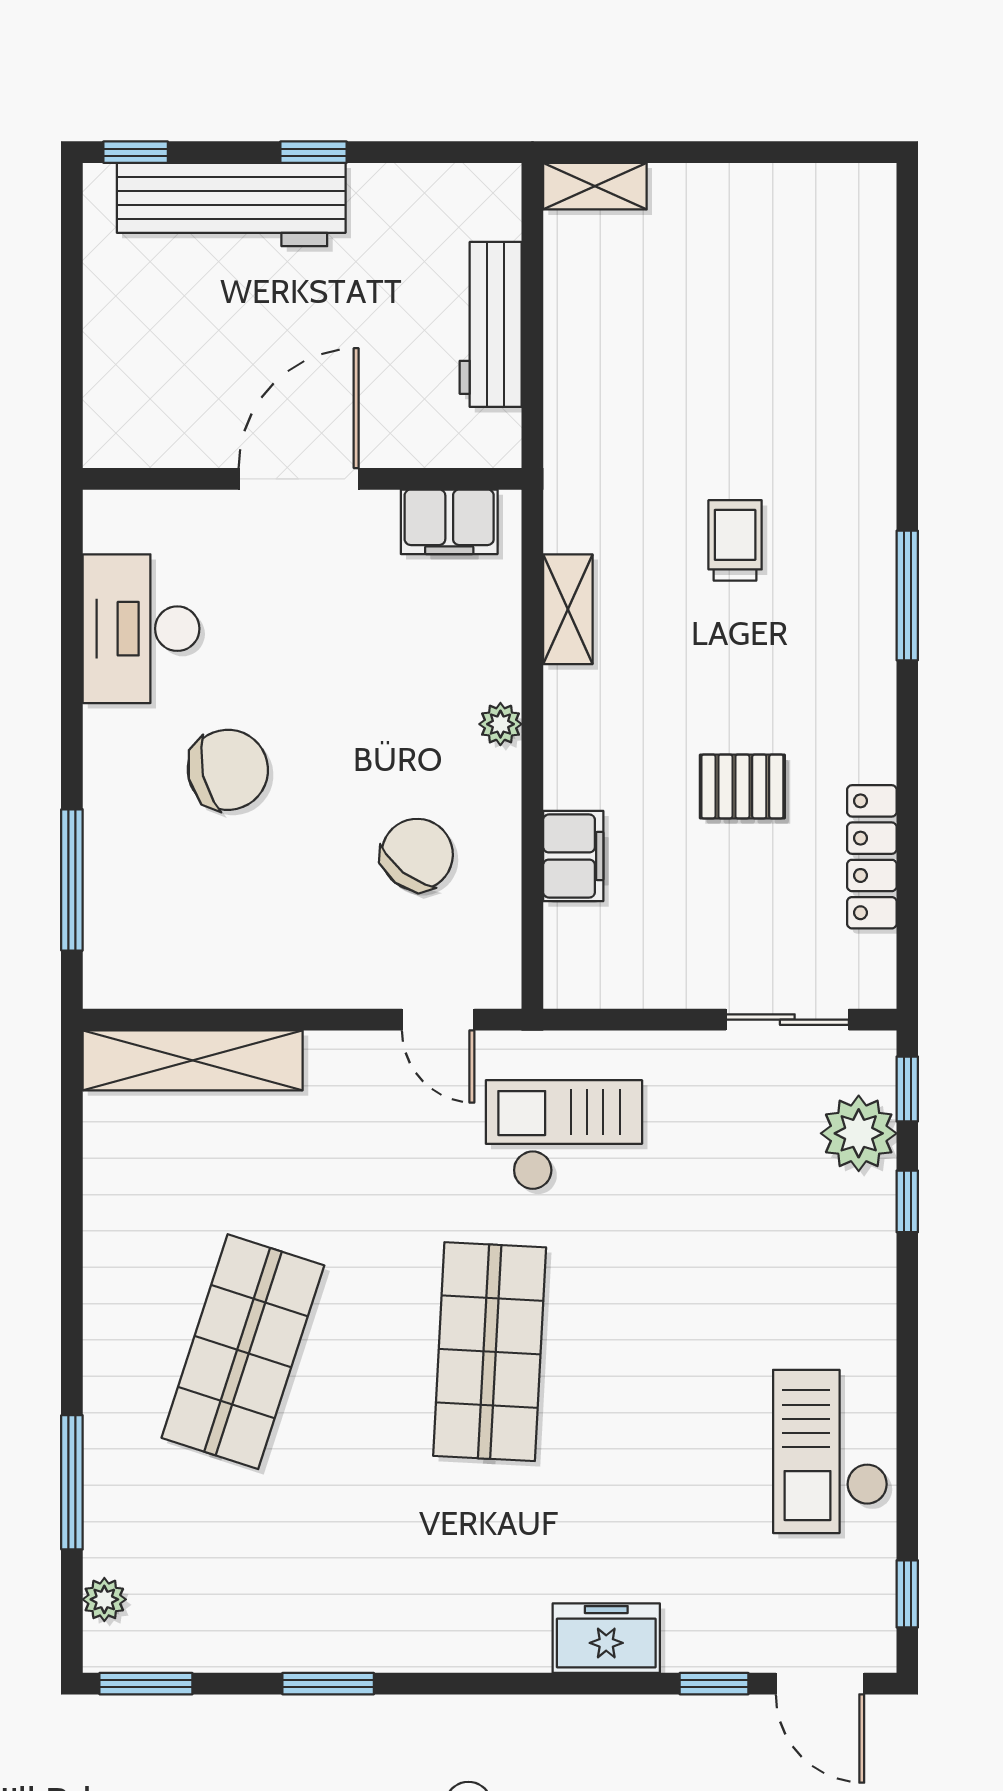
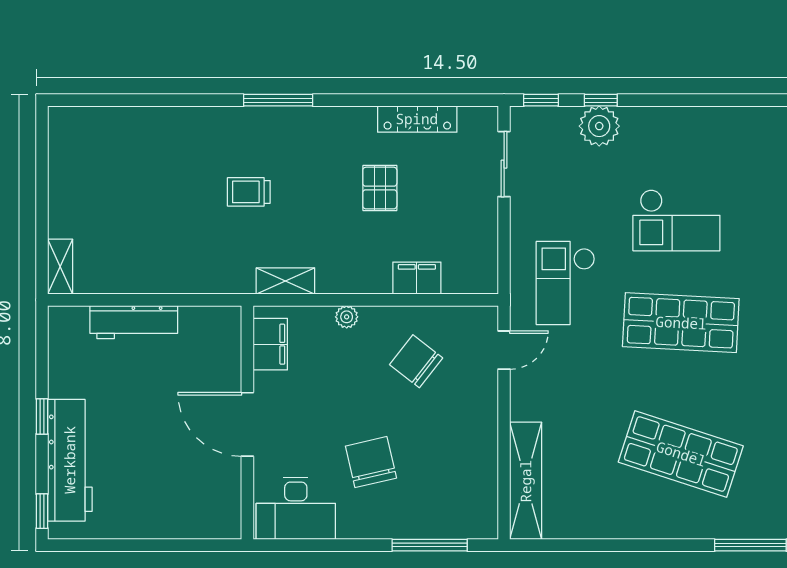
door: (299, 479) -> (247, 424), moved
wall: (302, 479) -> (247, 422), moved
filing cabinet: (449, 522) -> (270, 344), moved
plant: (859, 1133) -> (599, 126), moved
checkout: (830, 1451) -> (676, 220), moved

